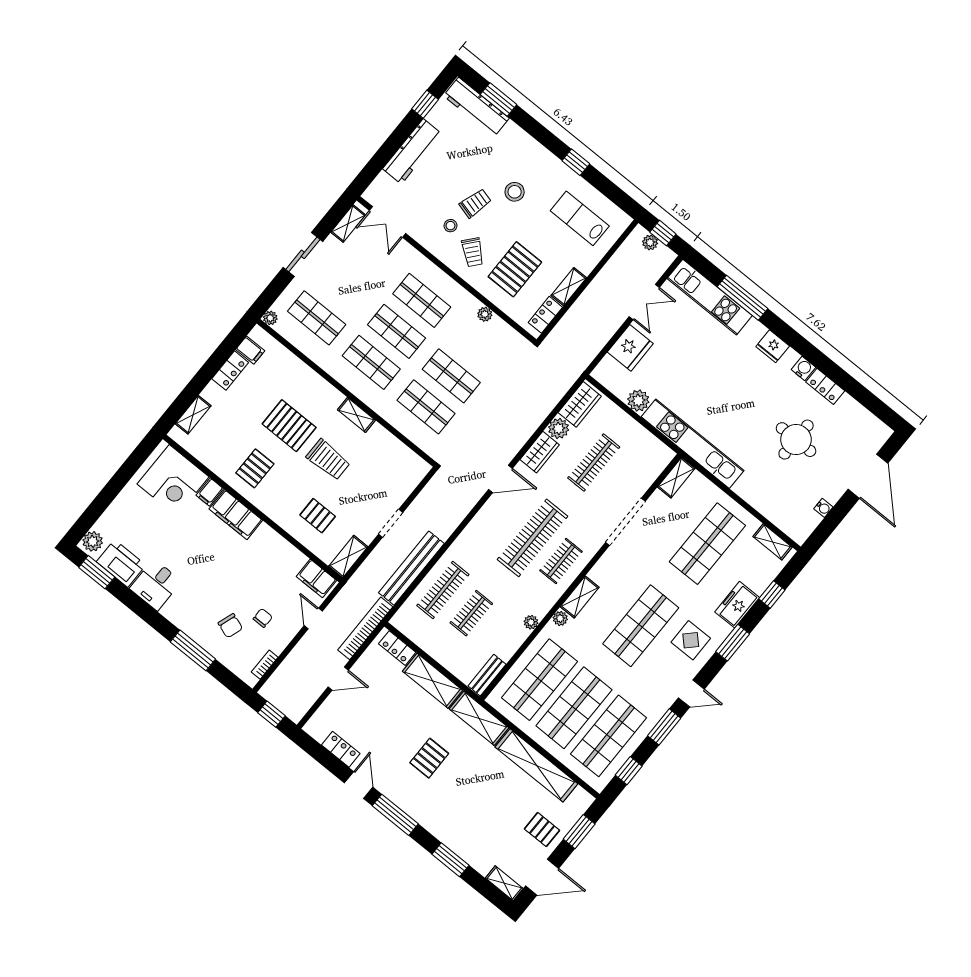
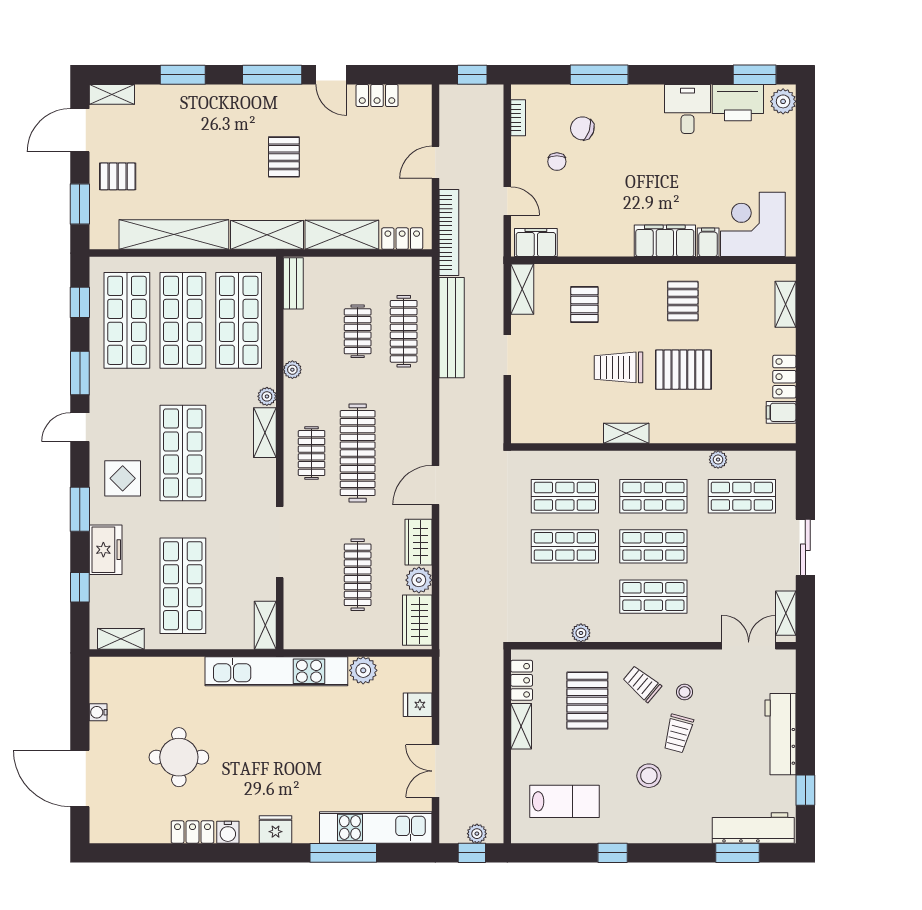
plant: (270, 318) -> (718, 460), moved
fridge: (630, 348) -> (418, 705), width x0.53, depth x0.75
pallet: (318, 516) -> (584, 305), turned 90

